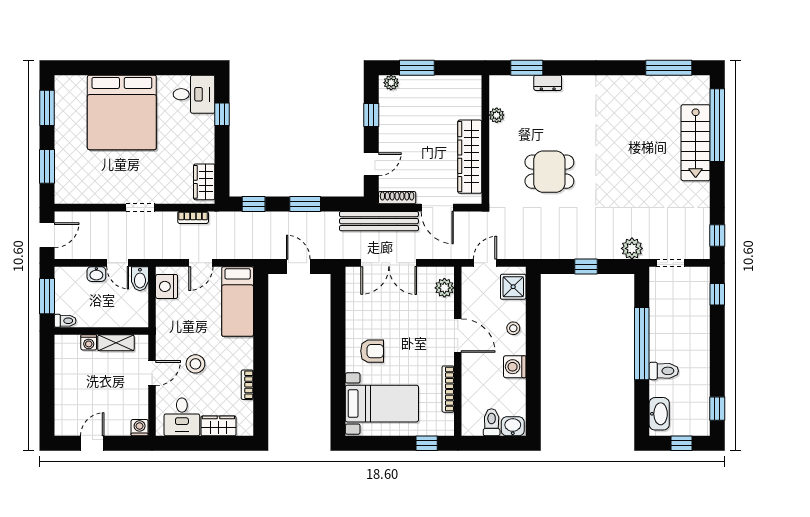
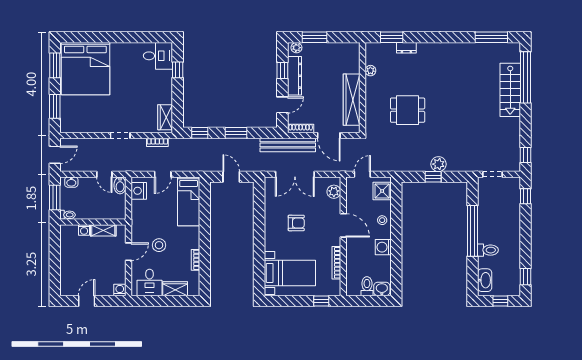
bed: (122, 112) -> (85, 69), moved
dresser: (388, 123) -> (294, 76), added
plant: (632, 248) -> (439, 164), moved
washbasin: (96, 274) -> (71, 182), moved
armchair: (372, 351) -> (296, 223), moved

